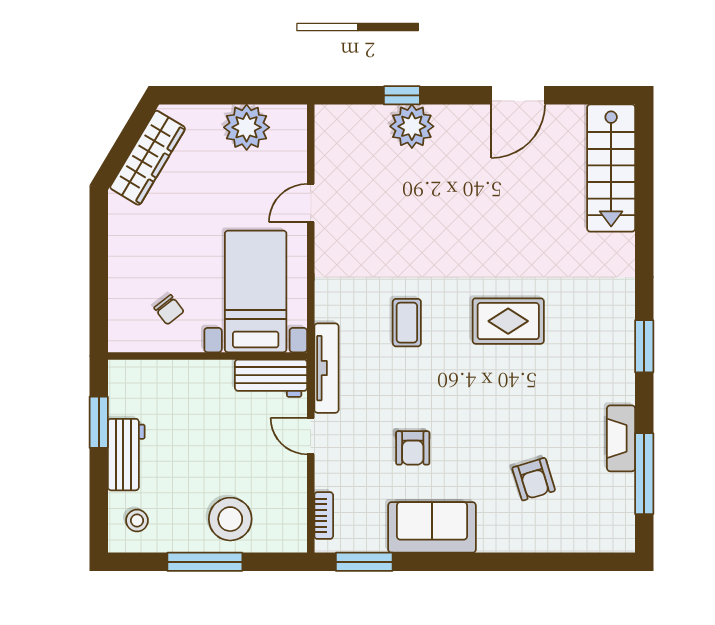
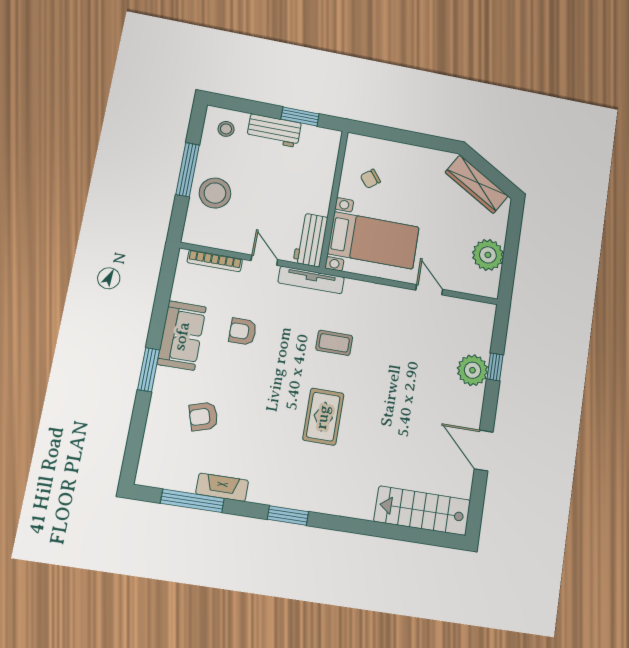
door: (311, 436) -> (264, 260), hinge flipped
bookcase: (324, 516) -> (215, 261), width x1.56
window: (364, 562) -> (149, 370), moved

